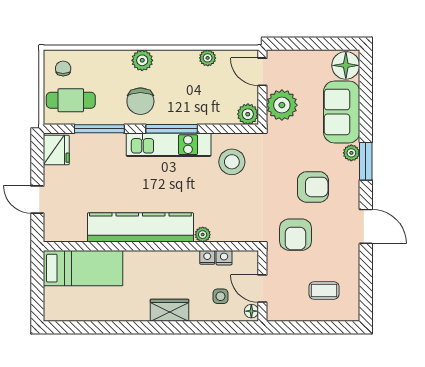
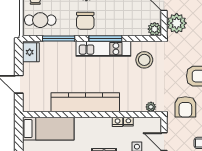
plant: (203, 235) -> (151, 107), moved
nightstand: (224, 258) -> (118, 122), moved

